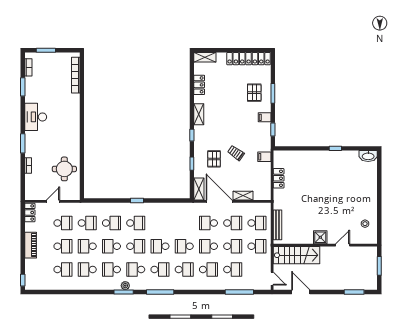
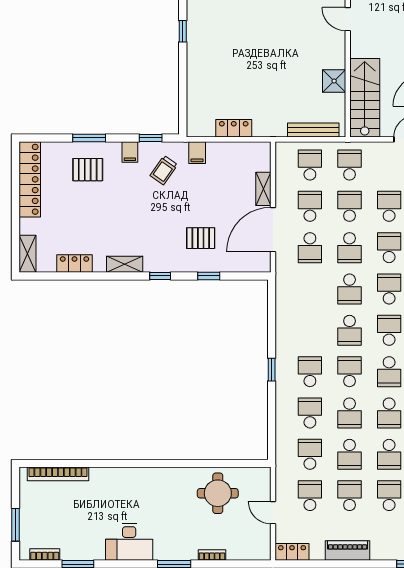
trolley: (236, 153) -> (164, 170), moved
shelving: (199, 189) -> (252, 264), removed
shower: (320, 237) -> (334, 81), moved

